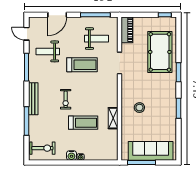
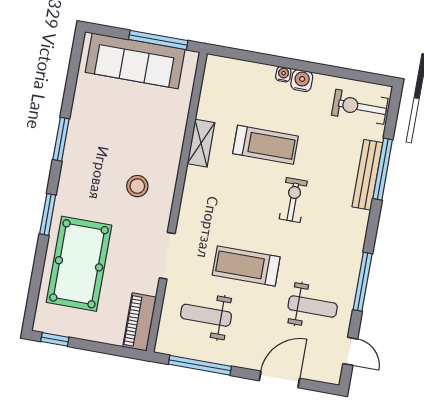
bench: (33, 99) -> (367, 175), moved
stool: (139, 108) -> (137, 186), moved
treadmill: (83, 123) -> (265, 145), turned 180

